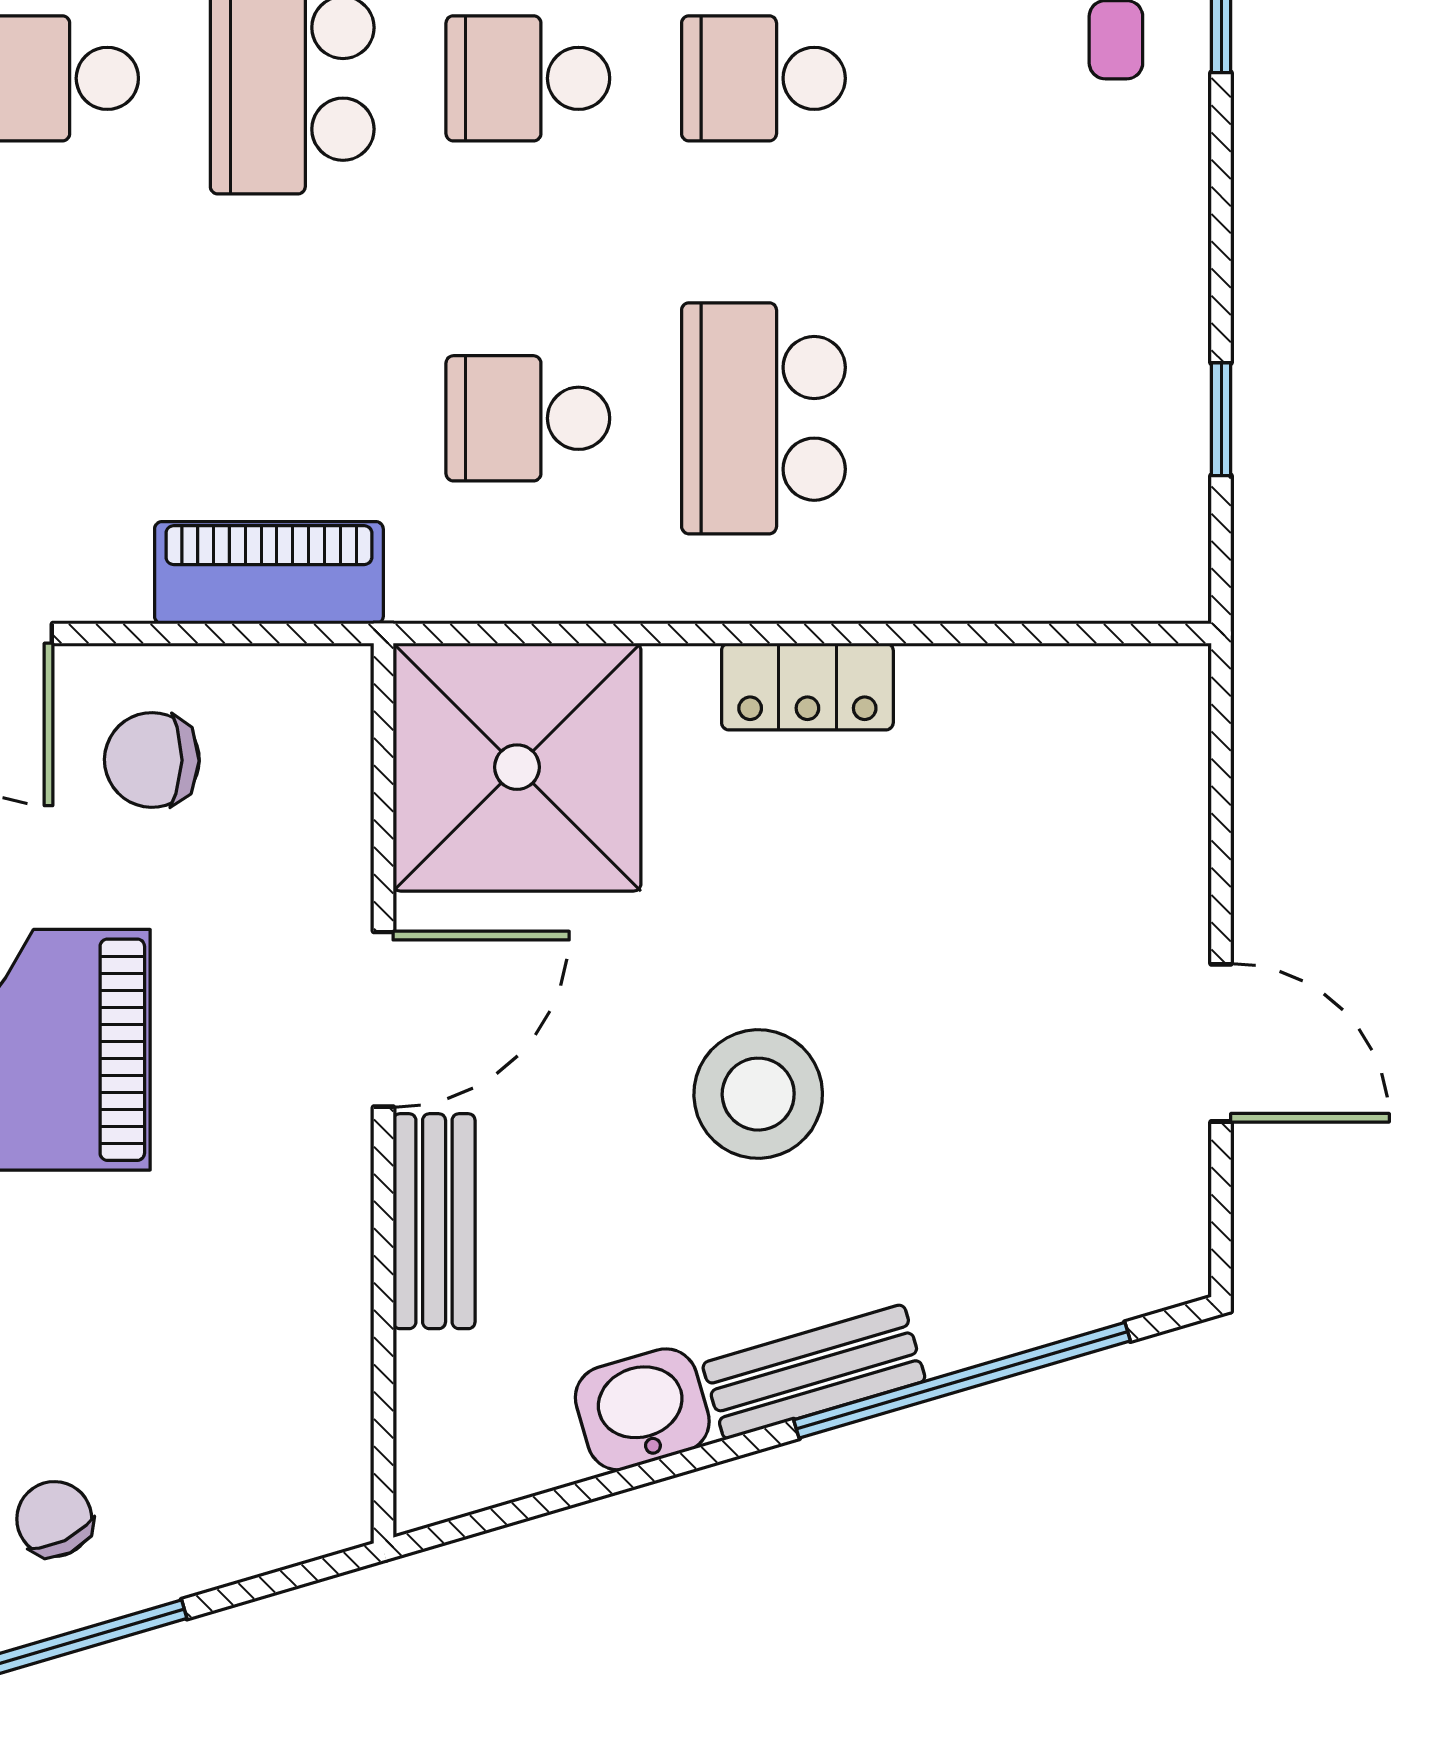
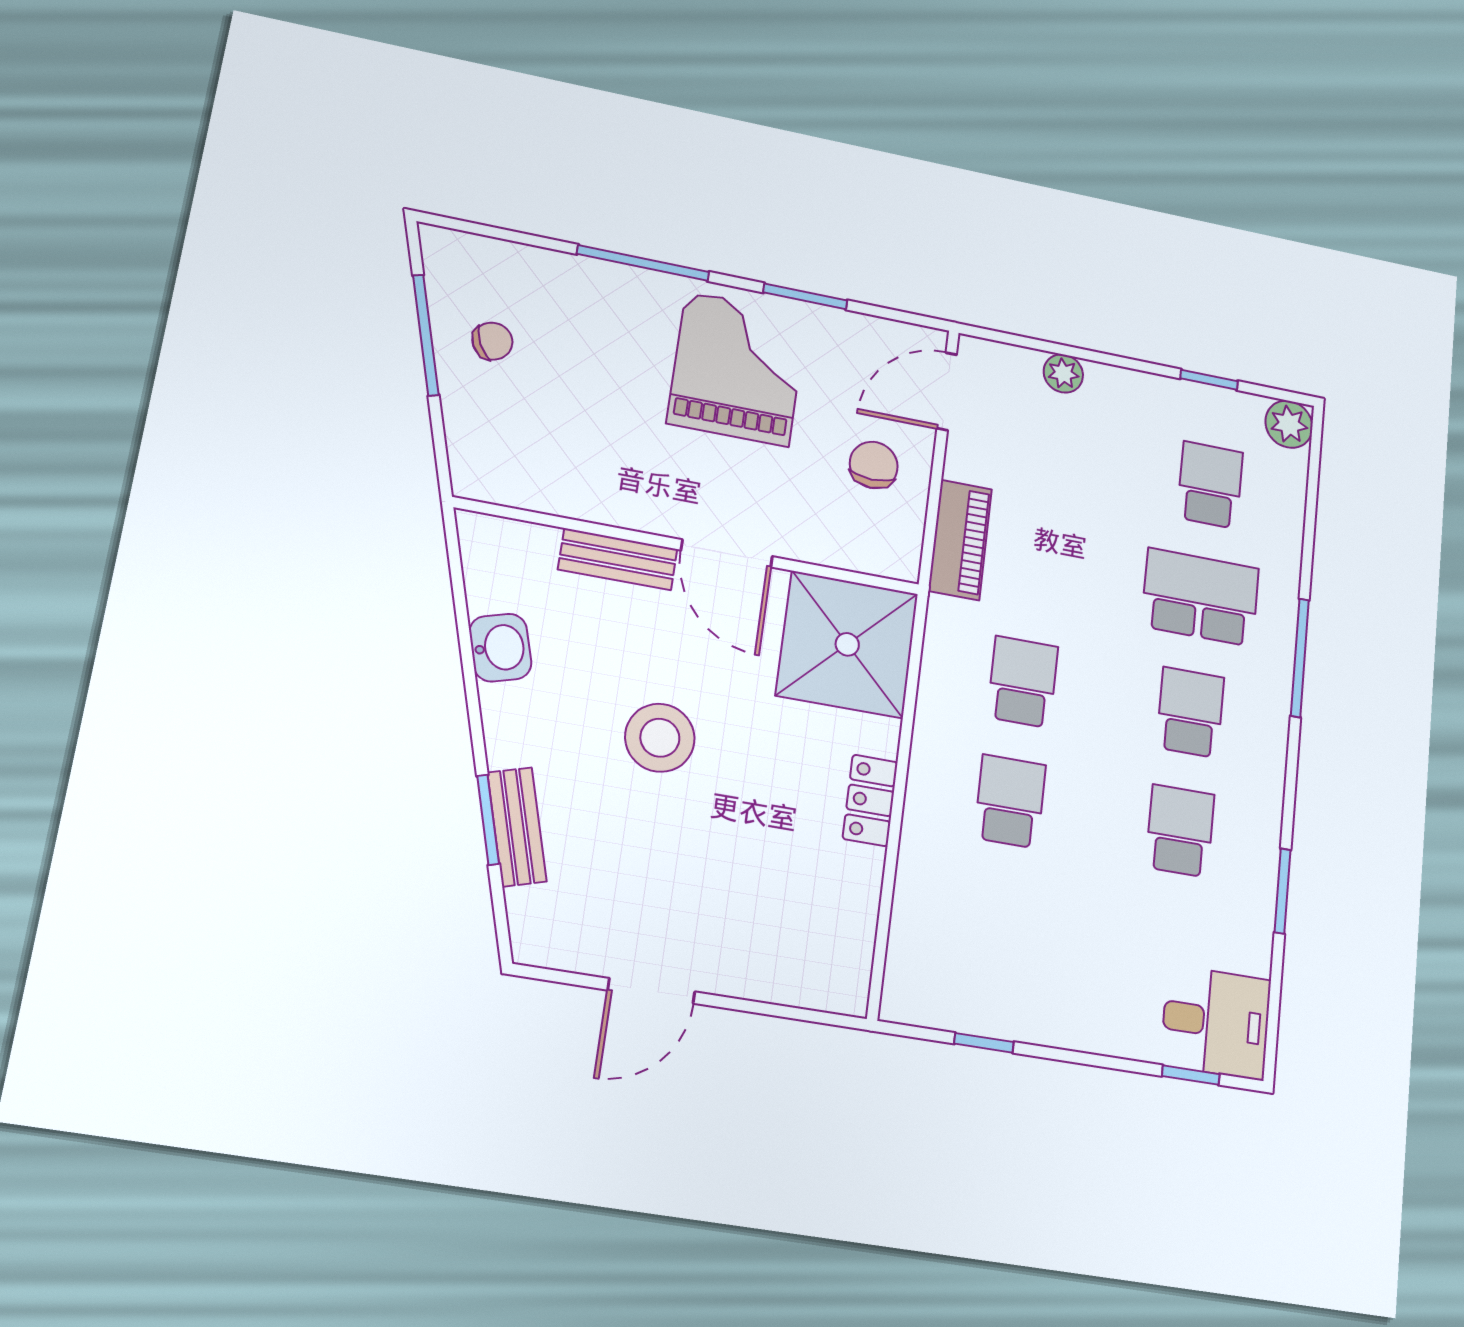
school desk: (763, 418) -> (1010, 801), width x0.54
bench: (814, 1372) -> (517, 827), moved
window: (962, 1380) -> (488, 820), width x0.47

